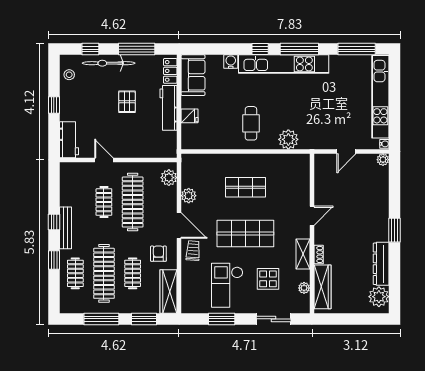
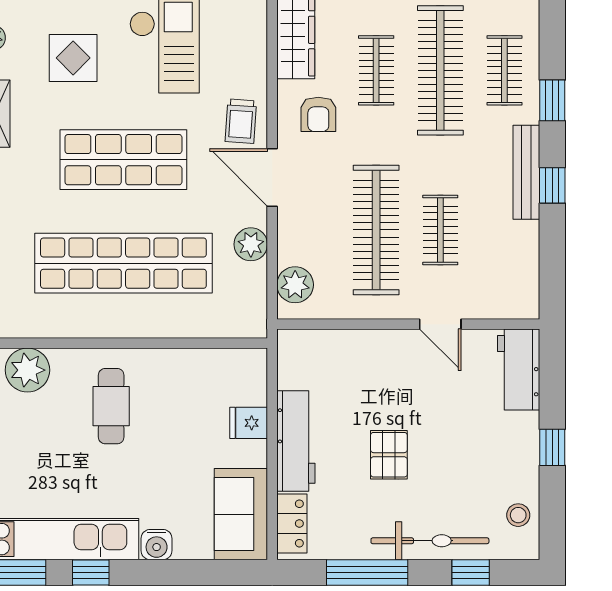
shop shelf: (245, 187) -> (123, 263), width x2.00, depth x1.36

